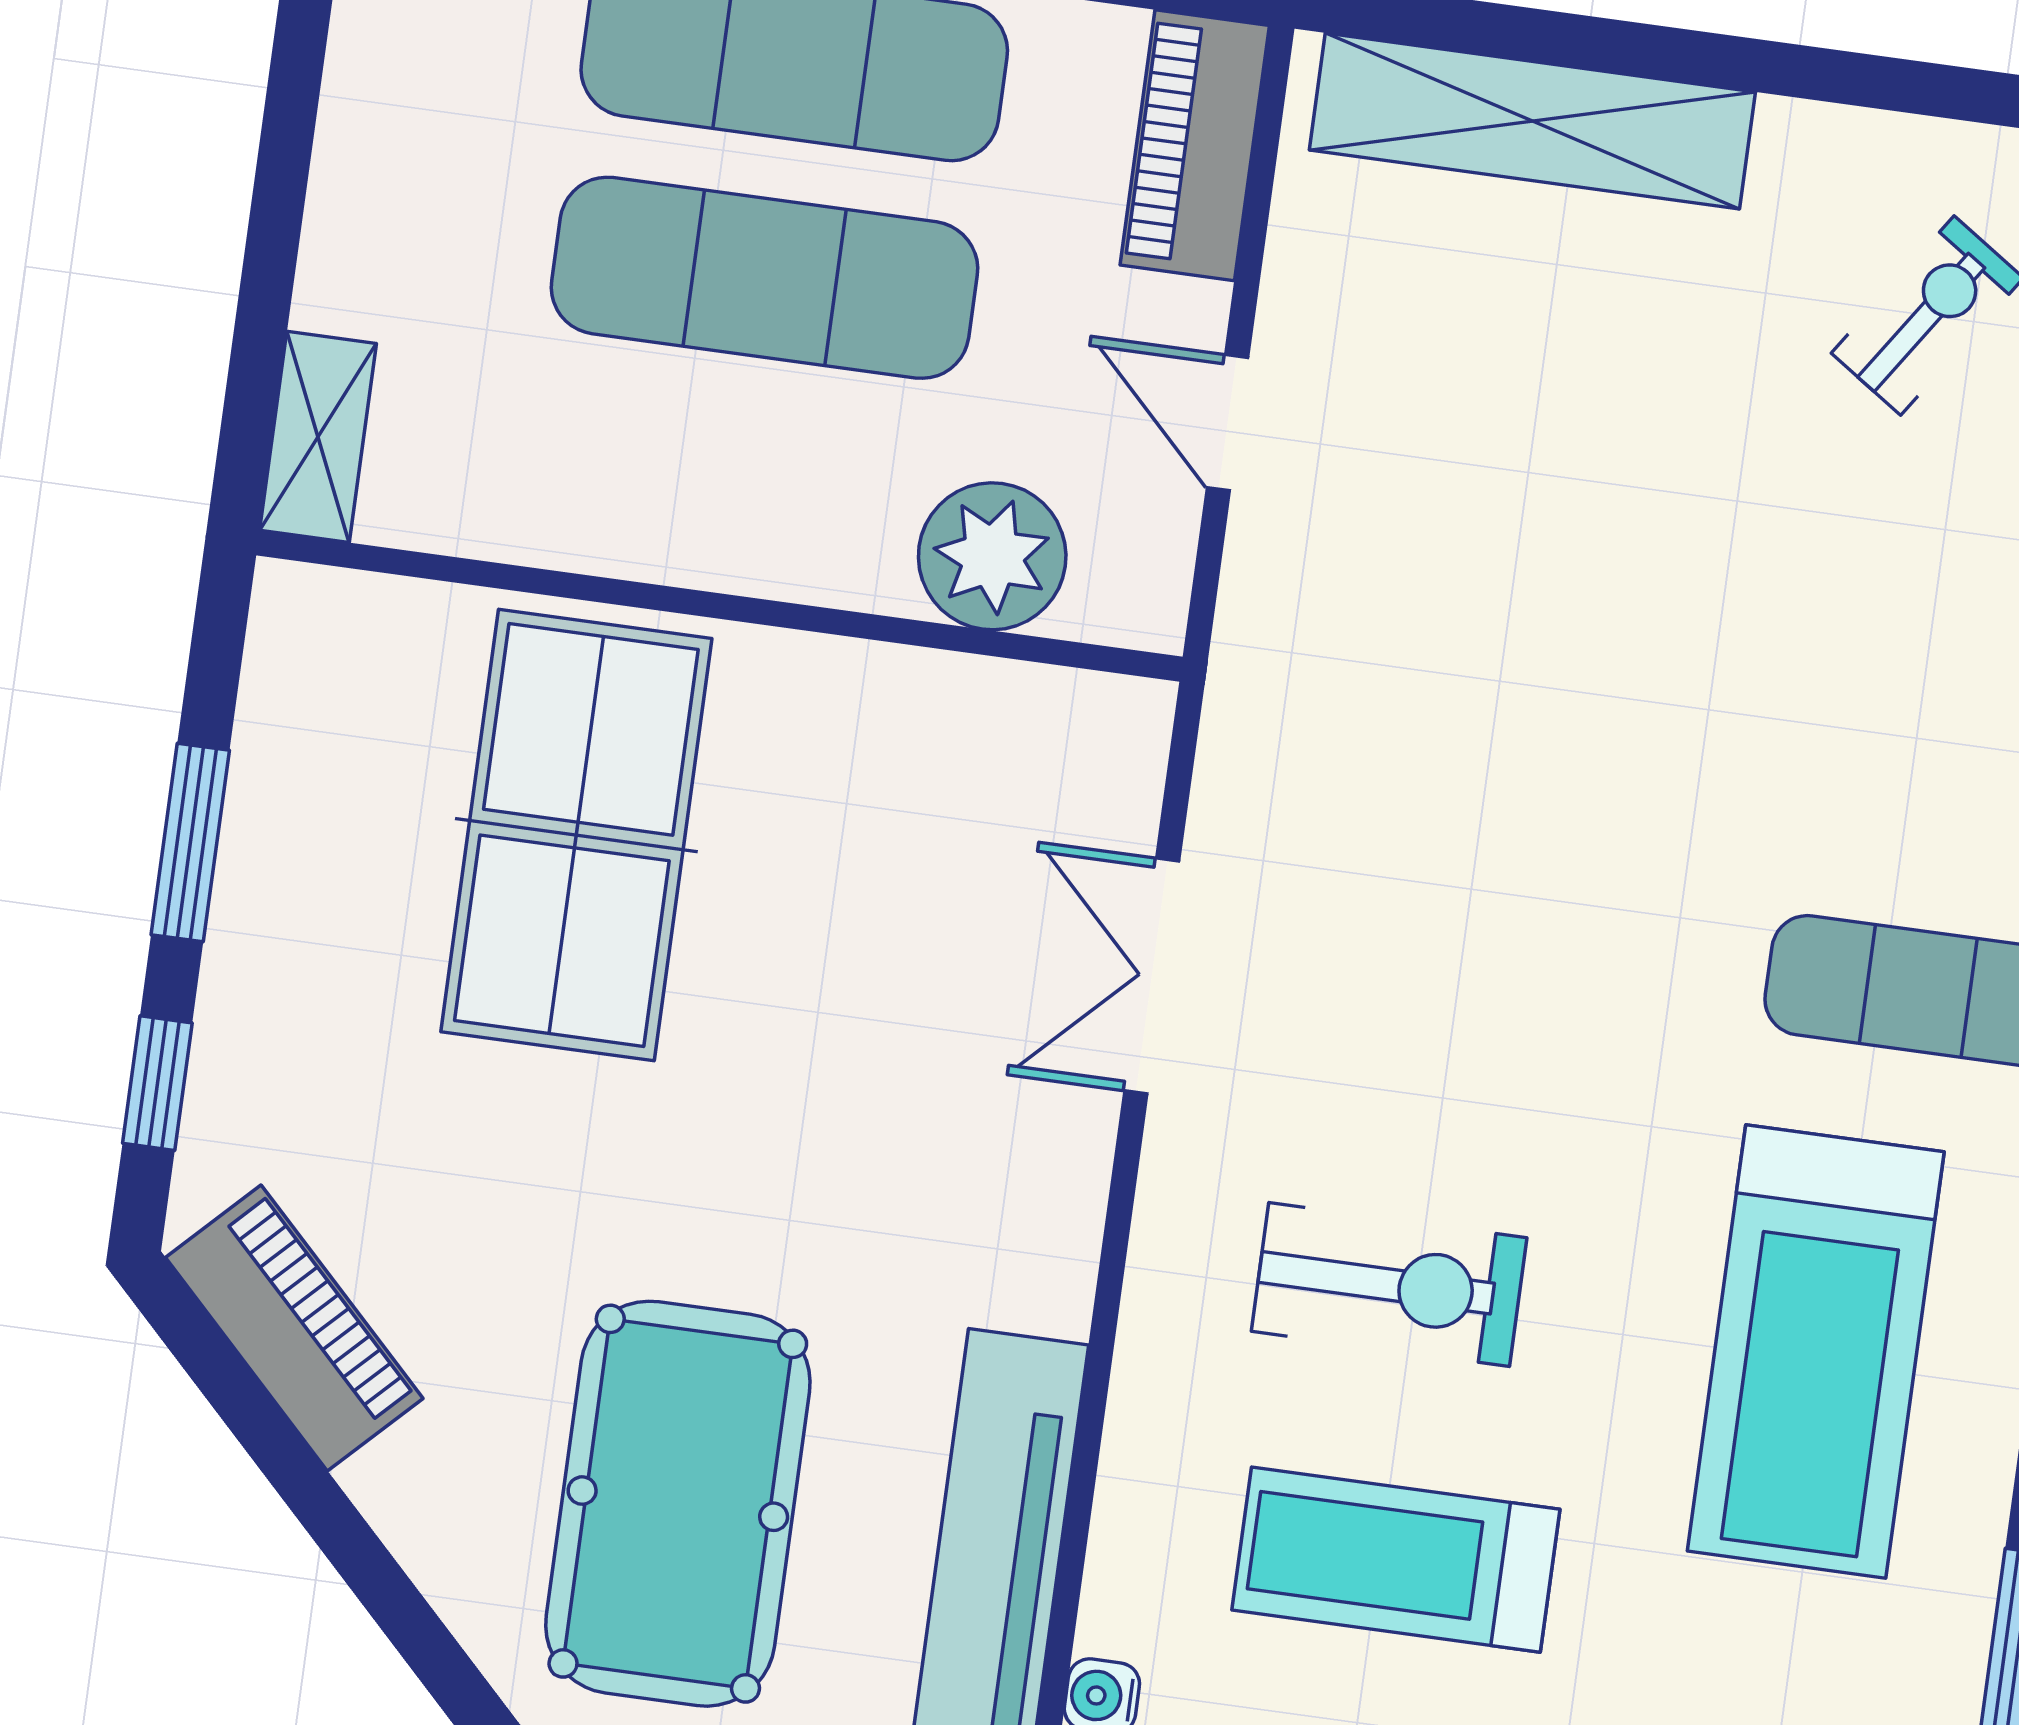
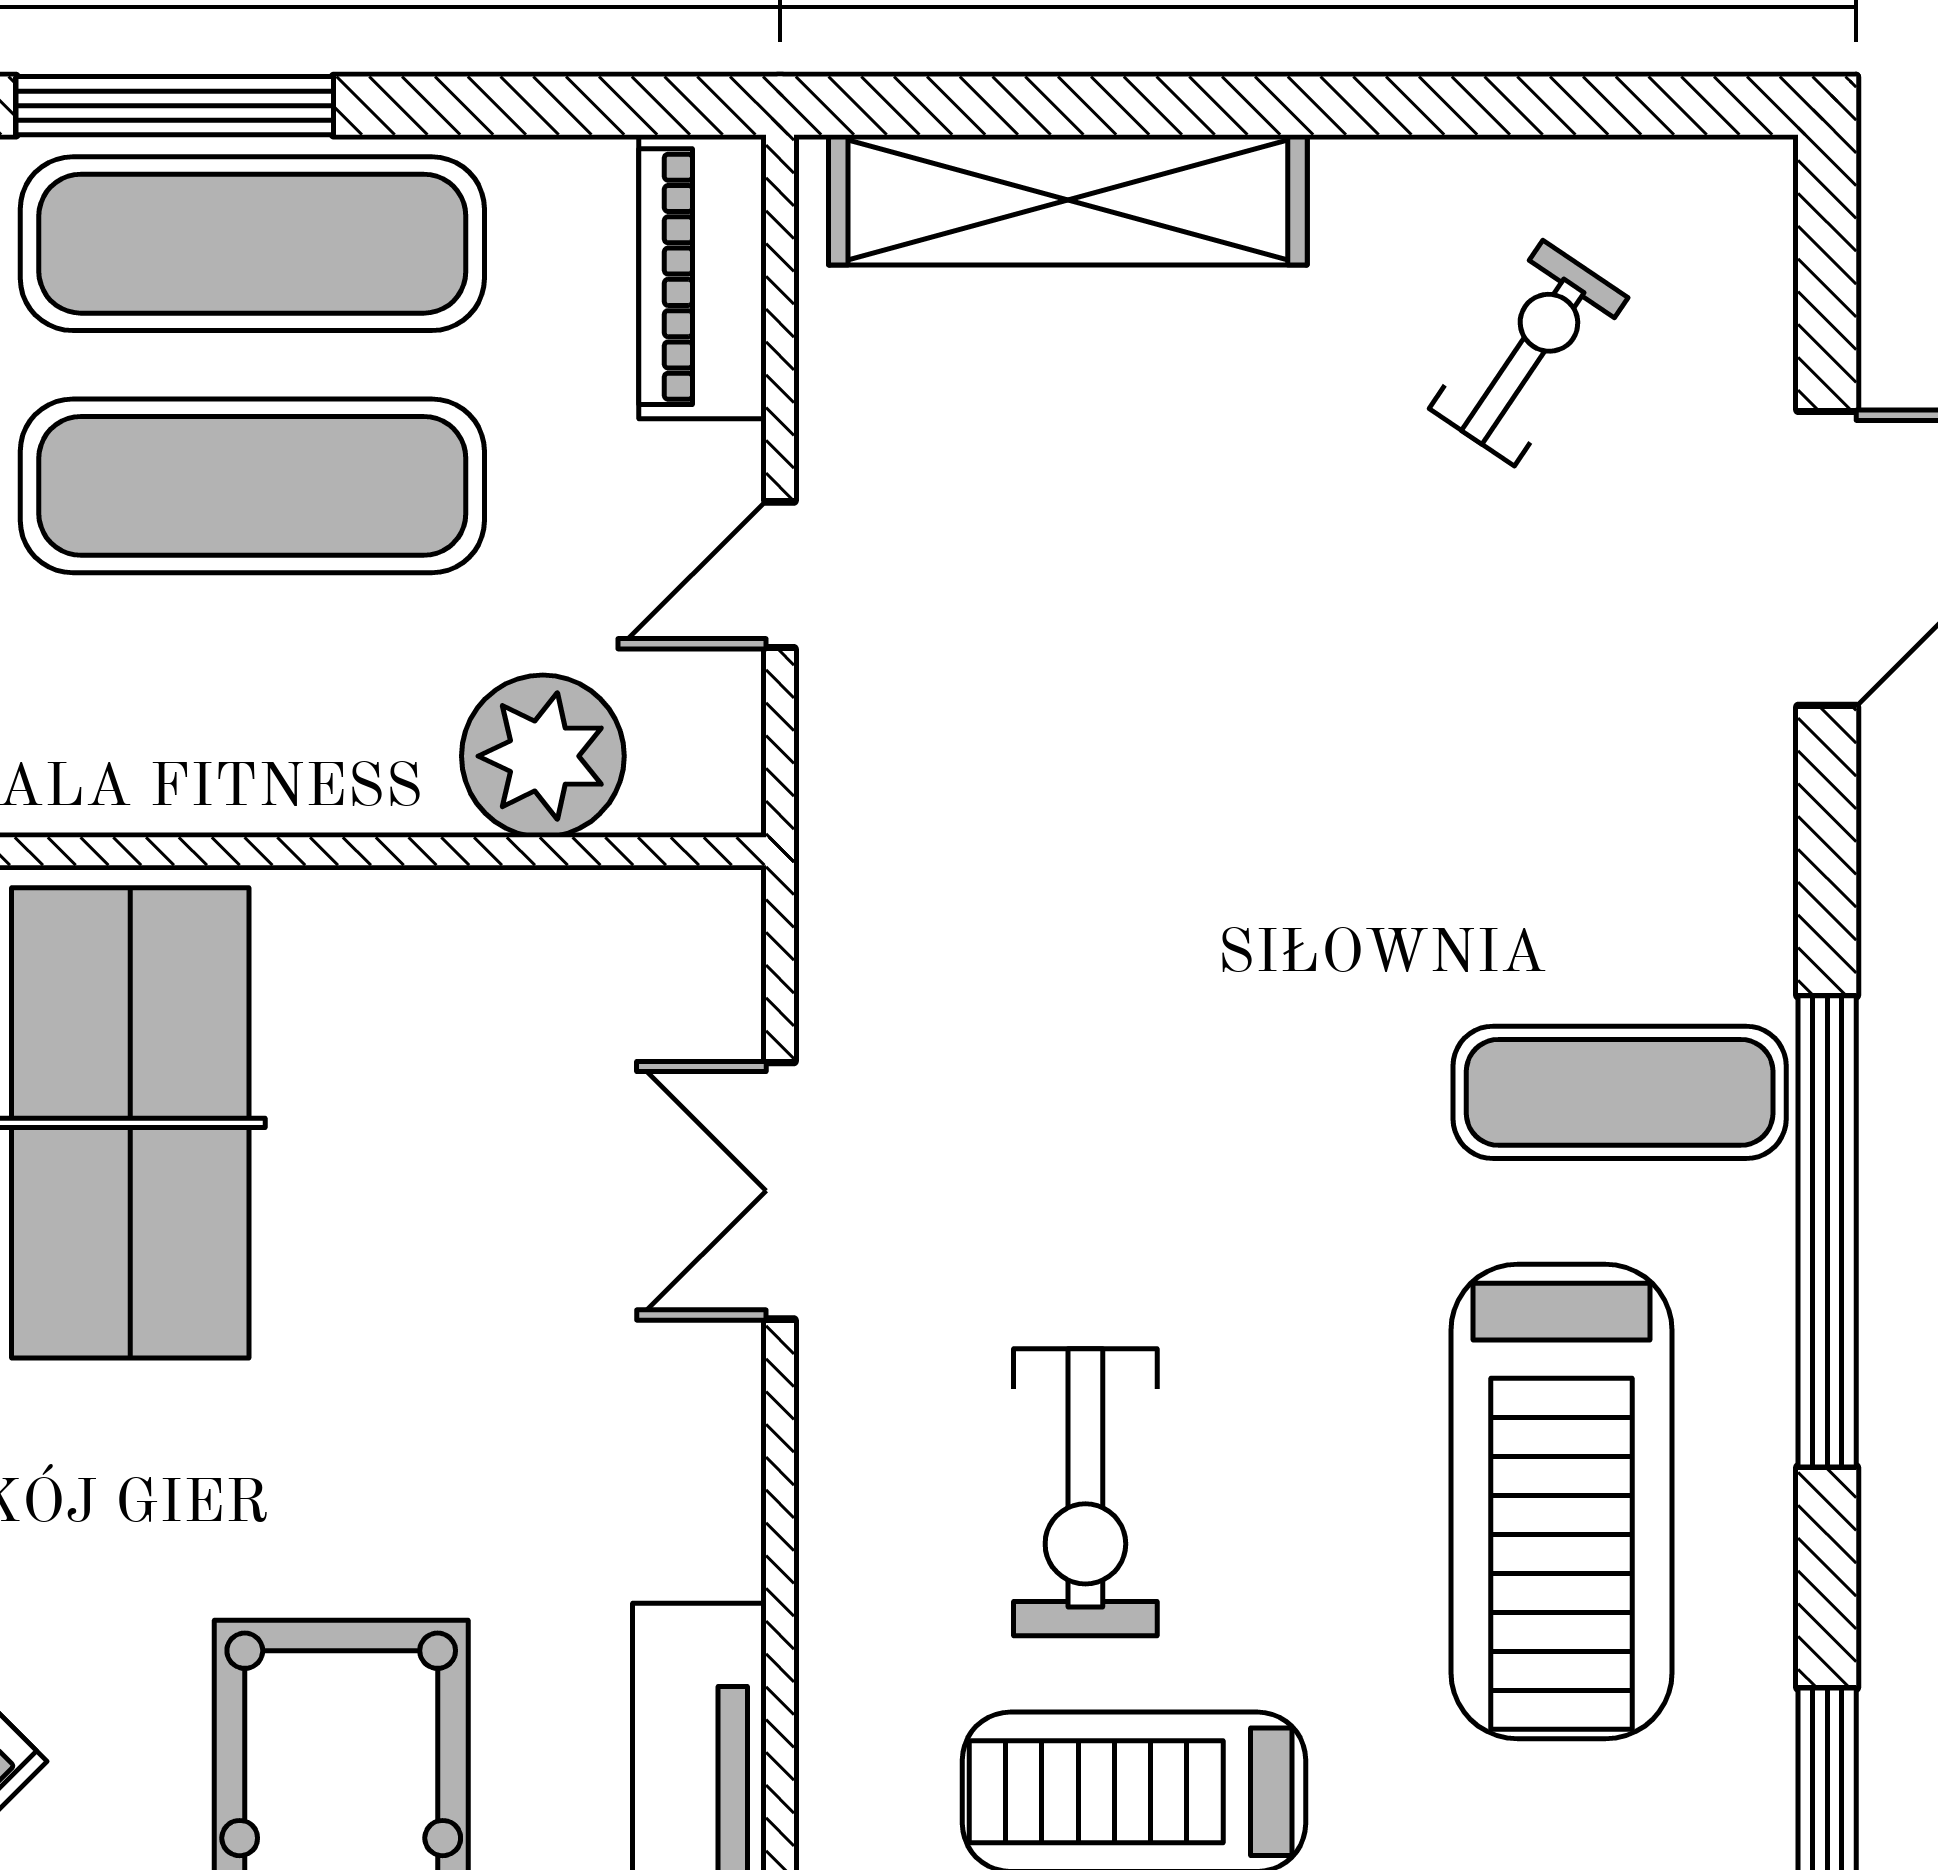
door: (1228, 423) -> (780, 575), hinge flipped
exercise bike: (1389, 1284) -> (1085, 1492), turned 90

